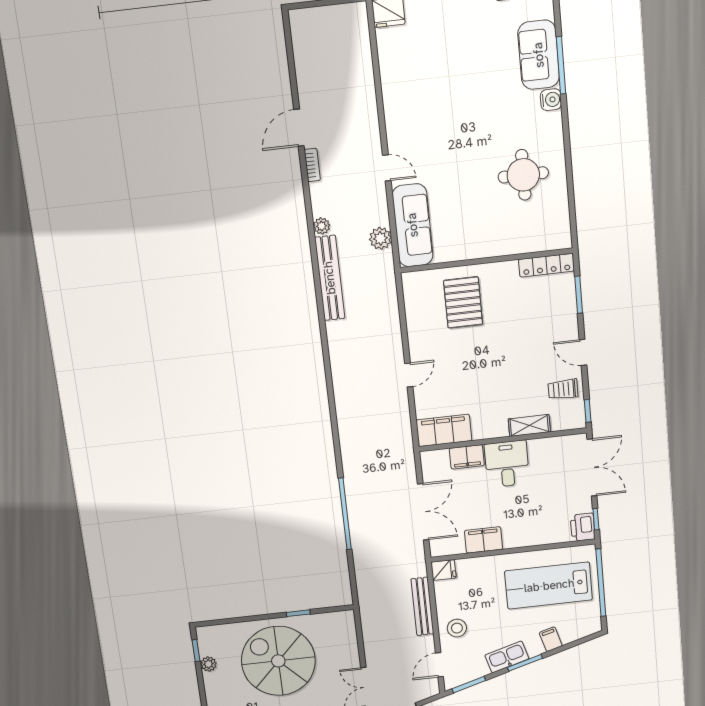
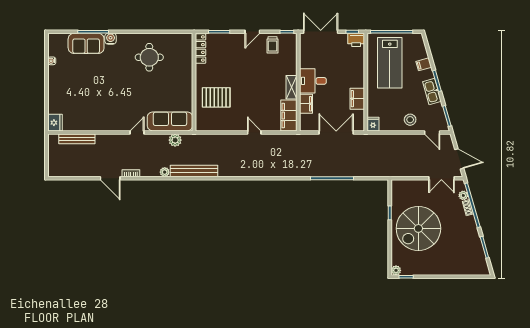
shelving: (529, 425) -> (292, 87), moved
bench: (422, 606) -> (77, 139), moved
plant: (208, 664) -> (396, 270), moved

